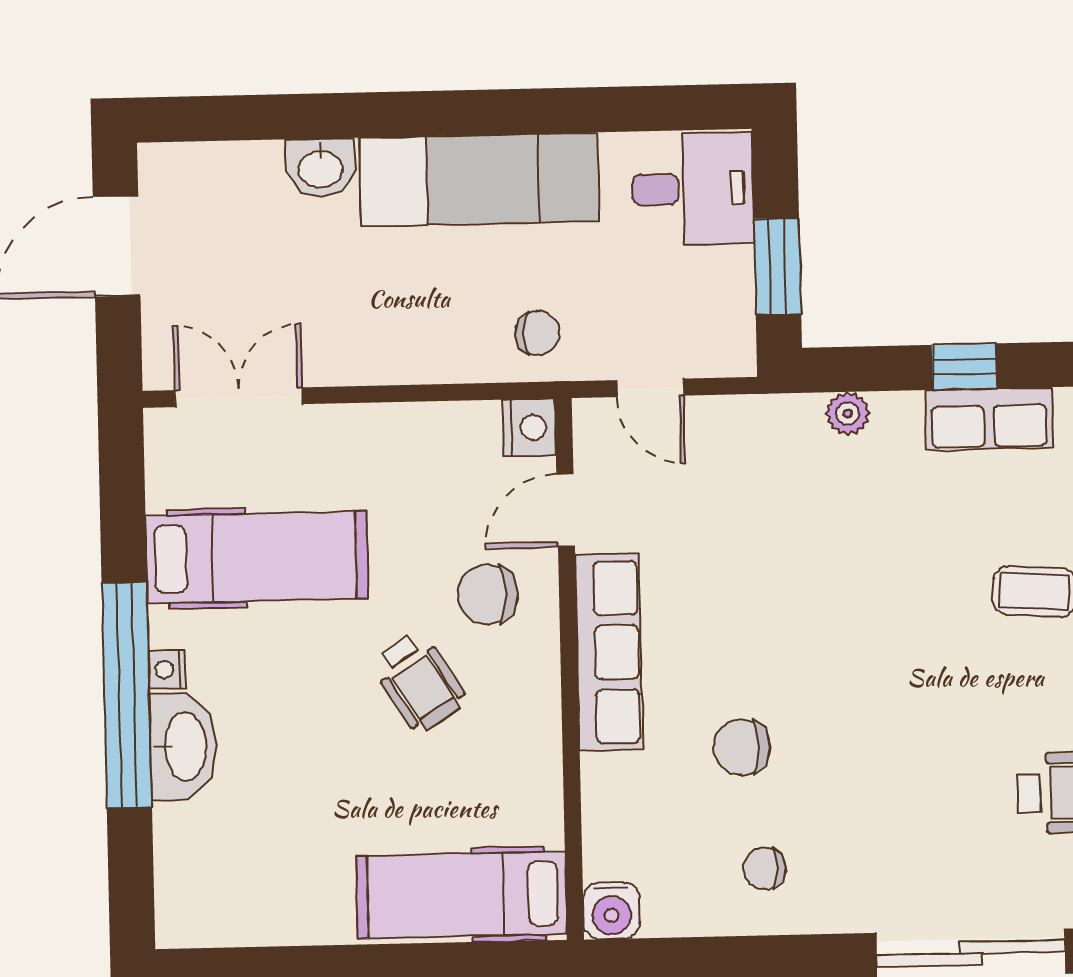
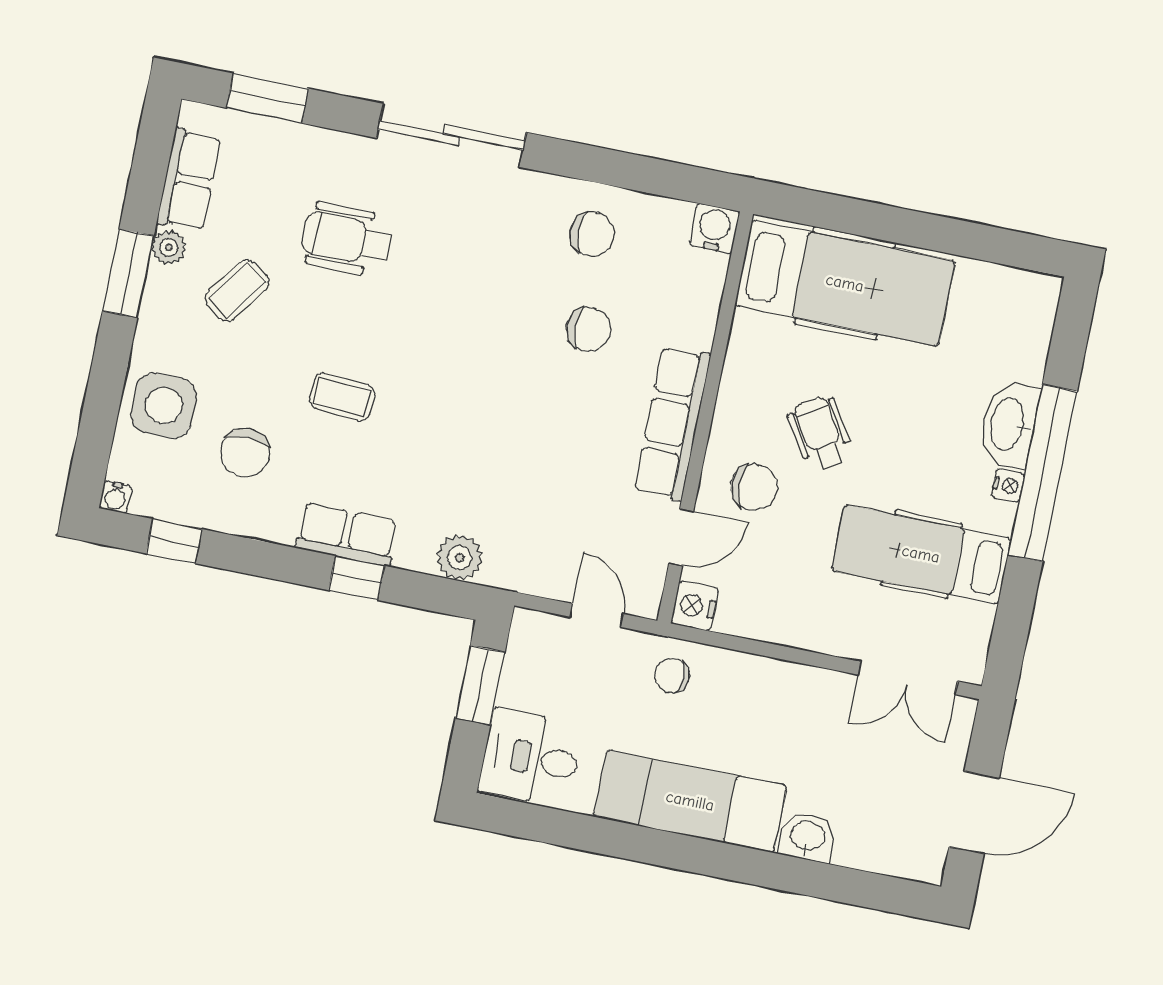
plant: (848, 413) -> (460, 558), width x1.38, depth x1.38
chair: (765, 868) -> (592, 234), width x1.37, depth x1.37
hospital bed: (461, 895) -> (845, 283), width x1.37, depth x1.29

